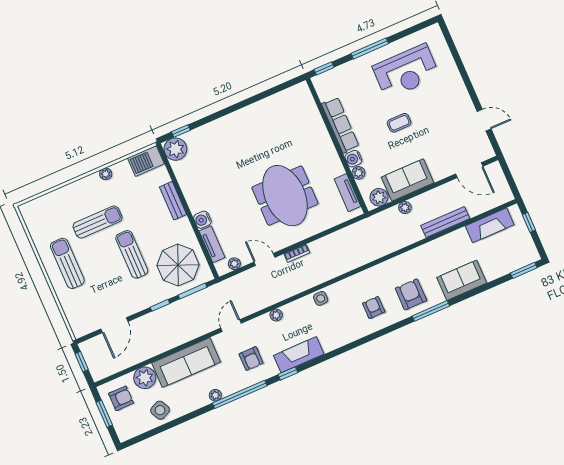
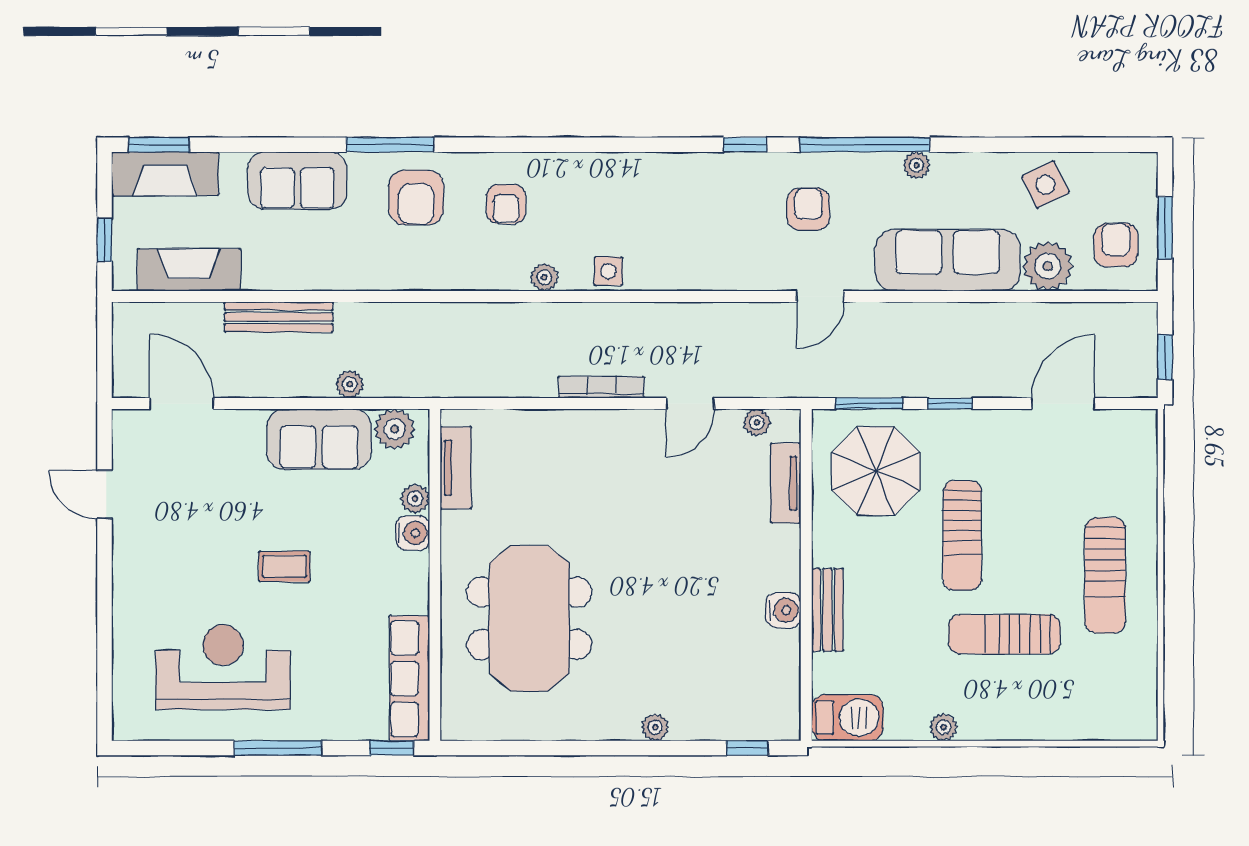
row of seats: (340, 125) -> (409, 679), moved
plant: (175, 149) -> (655, 727), moved, width x0.53, depth x0.53
meeting table: (285, 196) -> (529, 618), moved
water cooler: (202, 220) -> (783, 610), moved
bookcase: (297, 253) -> (602, 387), width x1.56
door: (264, 260) -> (690, 404), hinge flipped
plant: (276, 315) -> (544, 277), moved
fireplace: (299, 355) -> (165, 174), moved
armchair: (121, 398) -> (1116, 245), turned 90

